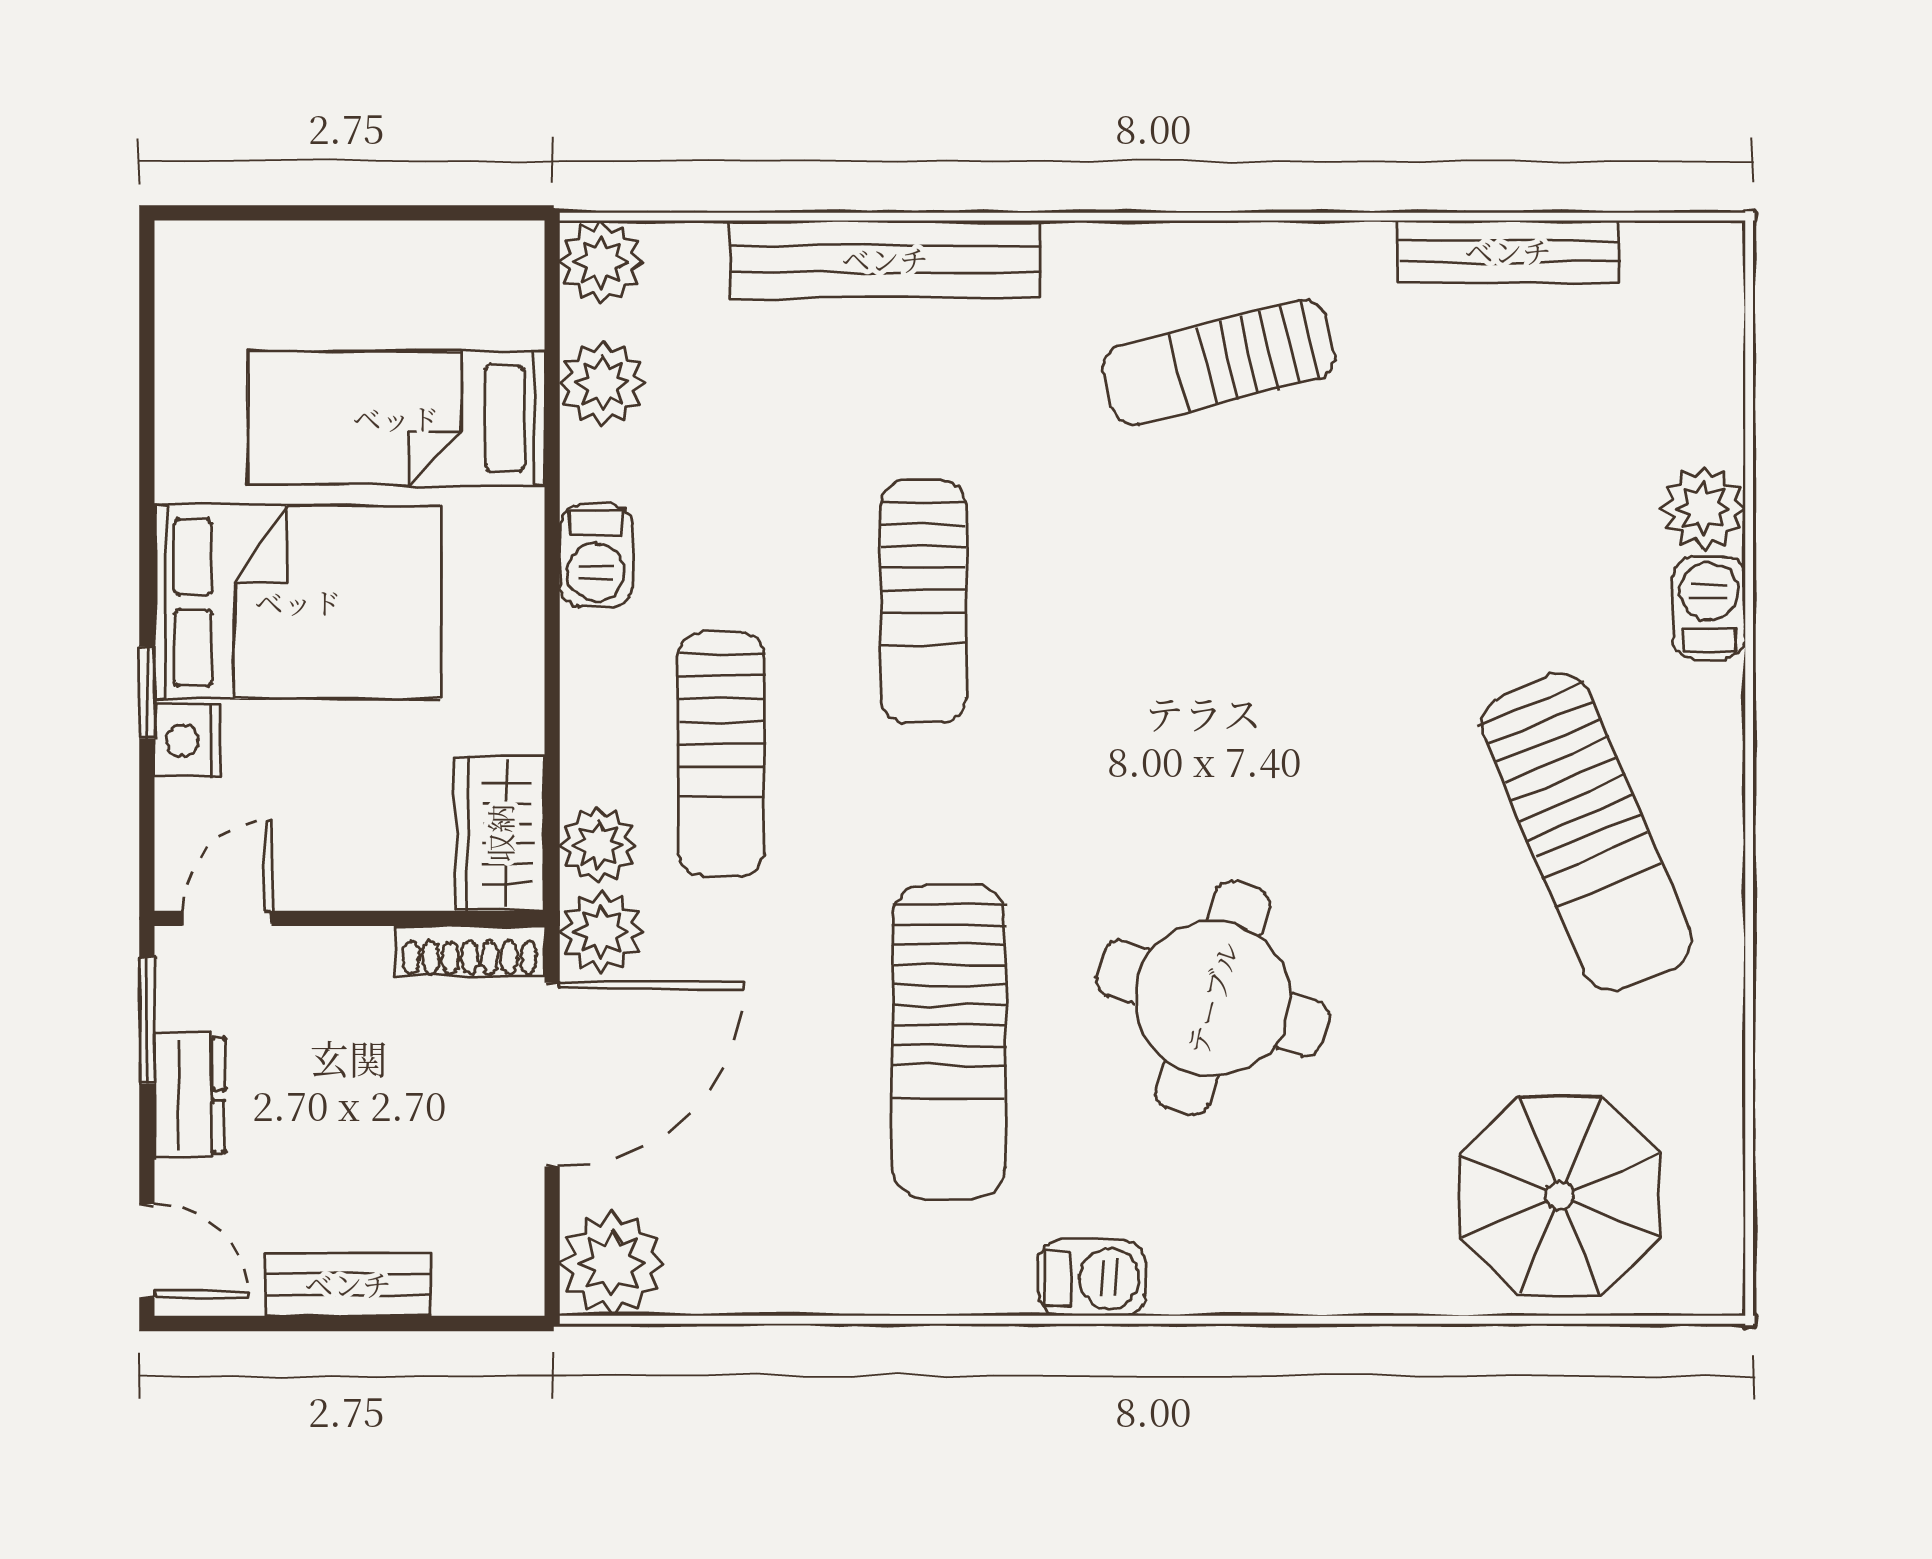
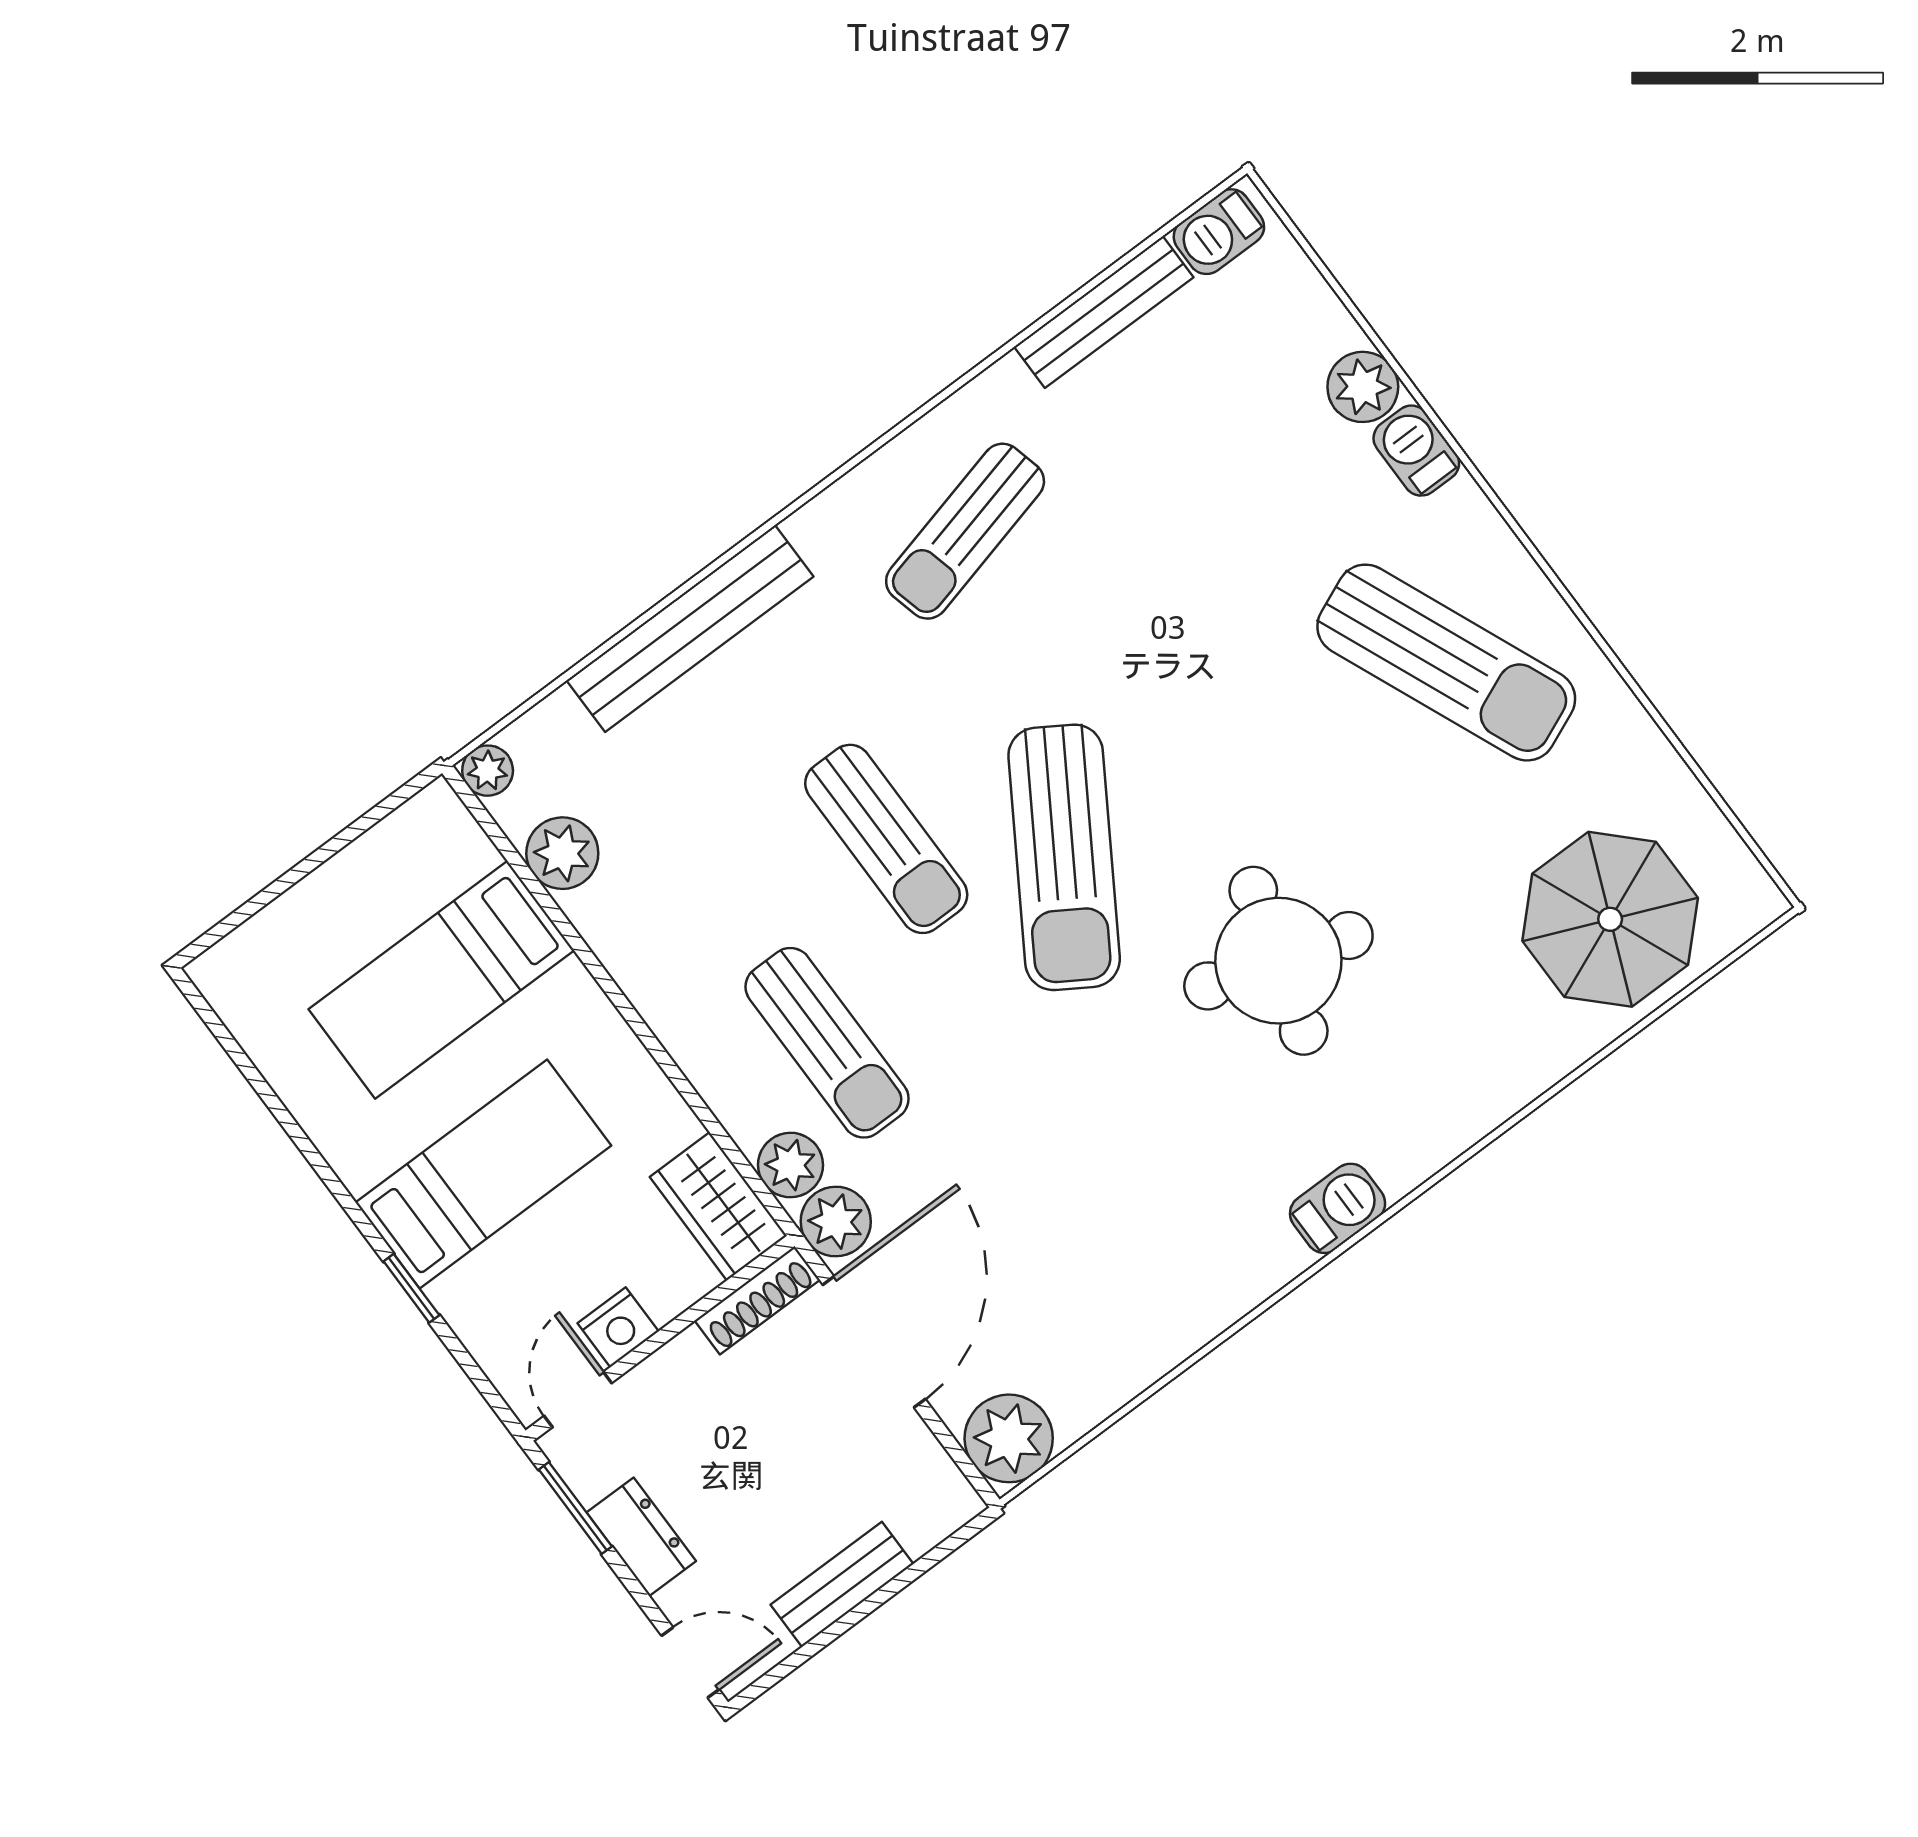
plant: (601, 262) -> (488, 771), width x0.73, depth x0.73
barbecue: (596, 556) -> (1219, 232), moved, turned 90
bed: (298, 602) -> (483, 1174), width x0.67
nightstand: (188, 741) -> (618, 1327), moved, turned -90
sun lounger: (949, 1042) -> (1064, 857), moved, turned 32

